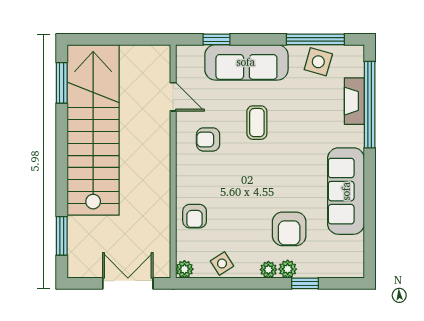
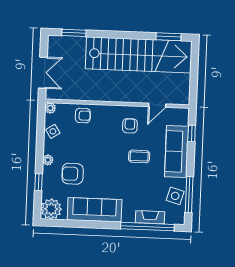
armchair: (195, 216) -> (83, 116), turned 180
plant: (288, 269) -> (51, 209), moved, width x1.87, depth x1.87

